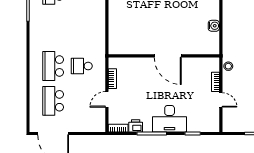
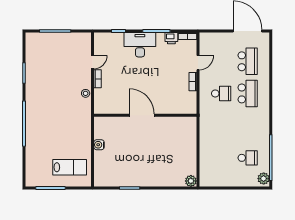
water cooler: (214, 26) -> (99, 145), moved
wall: (164, 56) -> (145, 115), moved
door: (168, 56) -> (142, 115), moved
door: (221, 100) -> (93, 62), swing flipped

